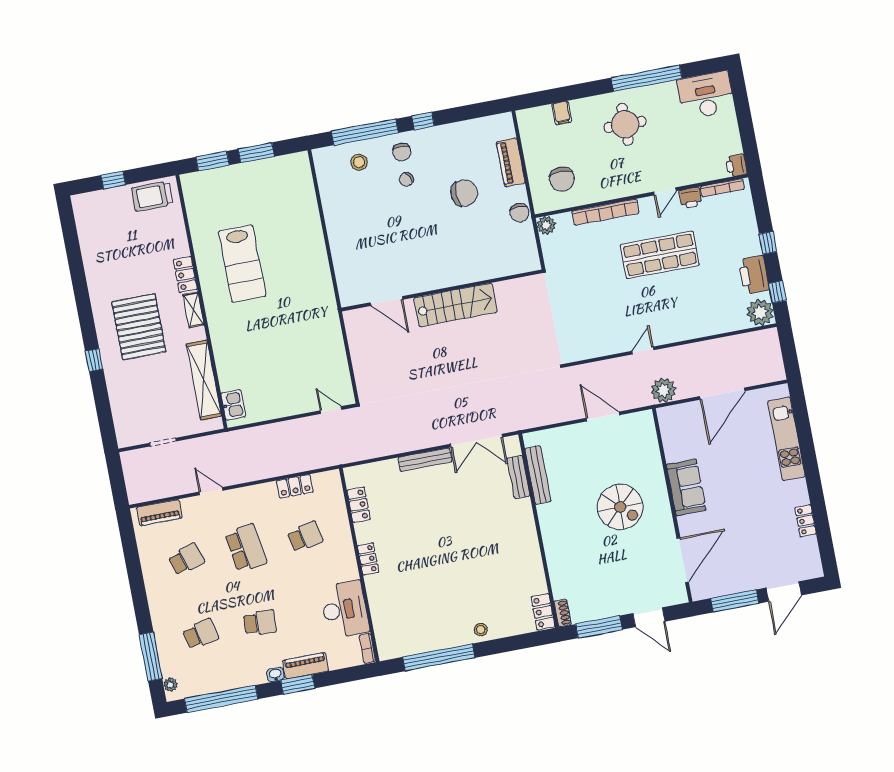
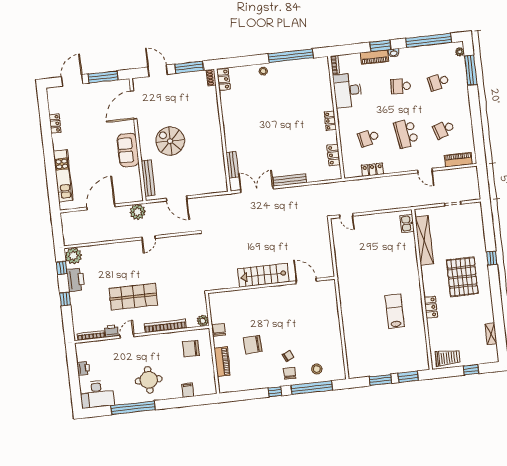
printer: (736, 165) -> (83, 368), moved
chair: (562, 179) -> (191, 349), turned -89
lab bench: (242, 264) -> (395, 311), width x0.73, depth x0.72
shelving: (193, 310) -> (491, 334), moved
bench: (538, 475) -> (148, 178), moved

